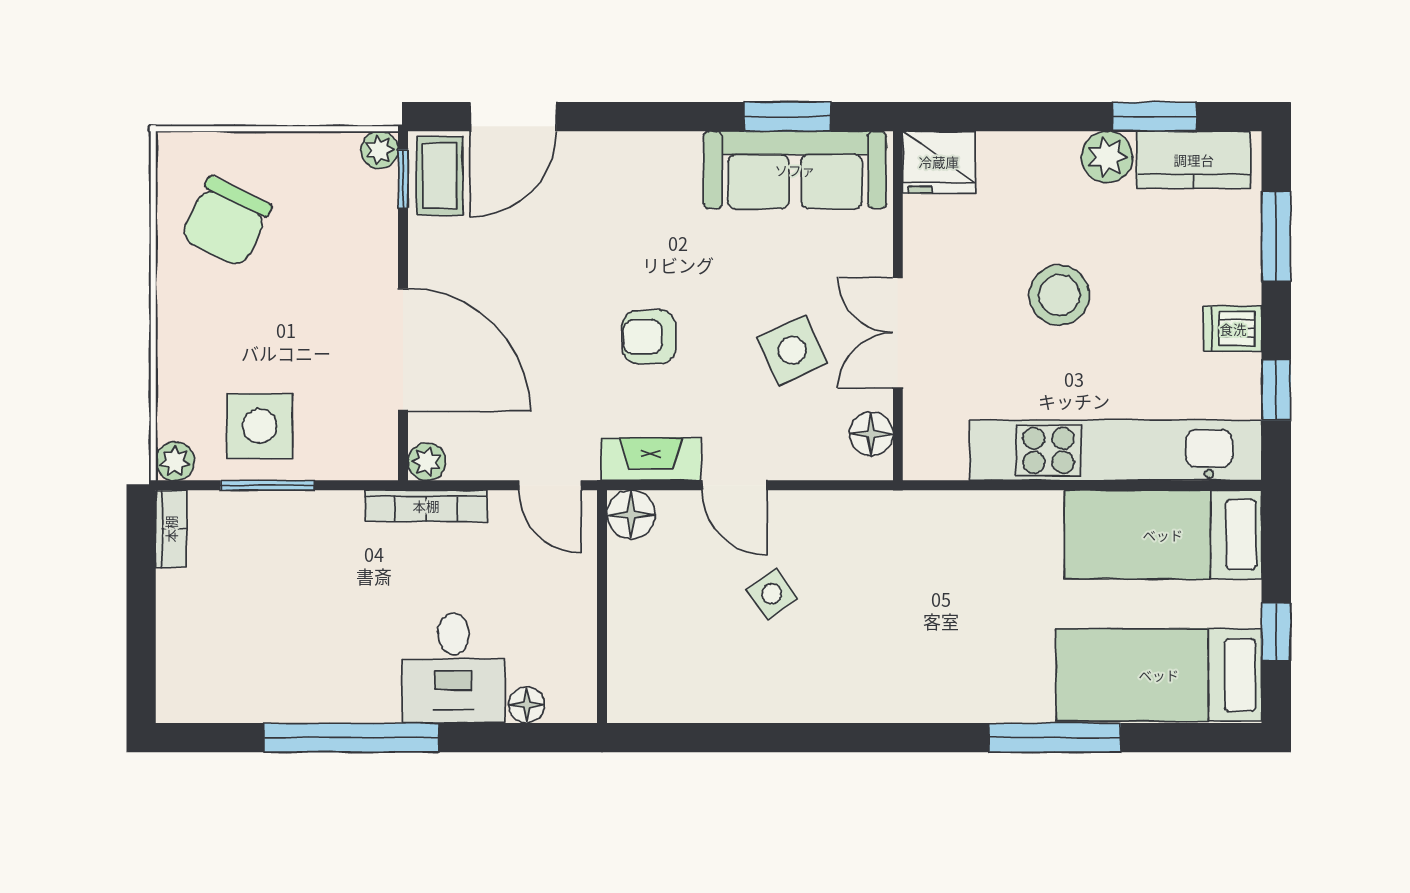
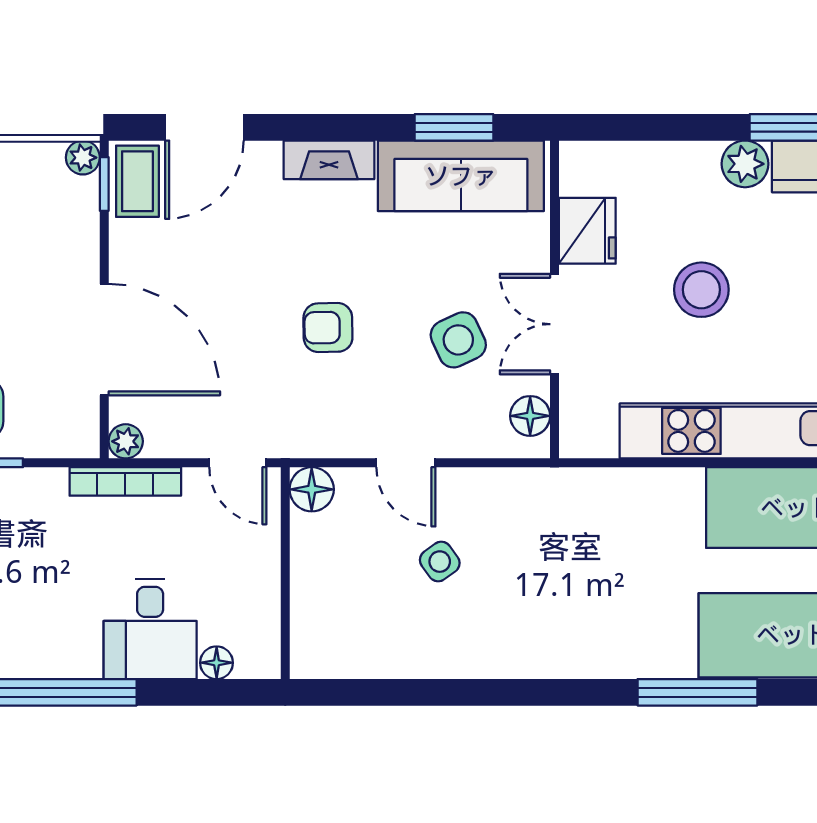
fridge: (939, 162) -> (587, 231), moved, turned -90
fireplace: (651, 459) -> (329, 160), moved, turned 180

